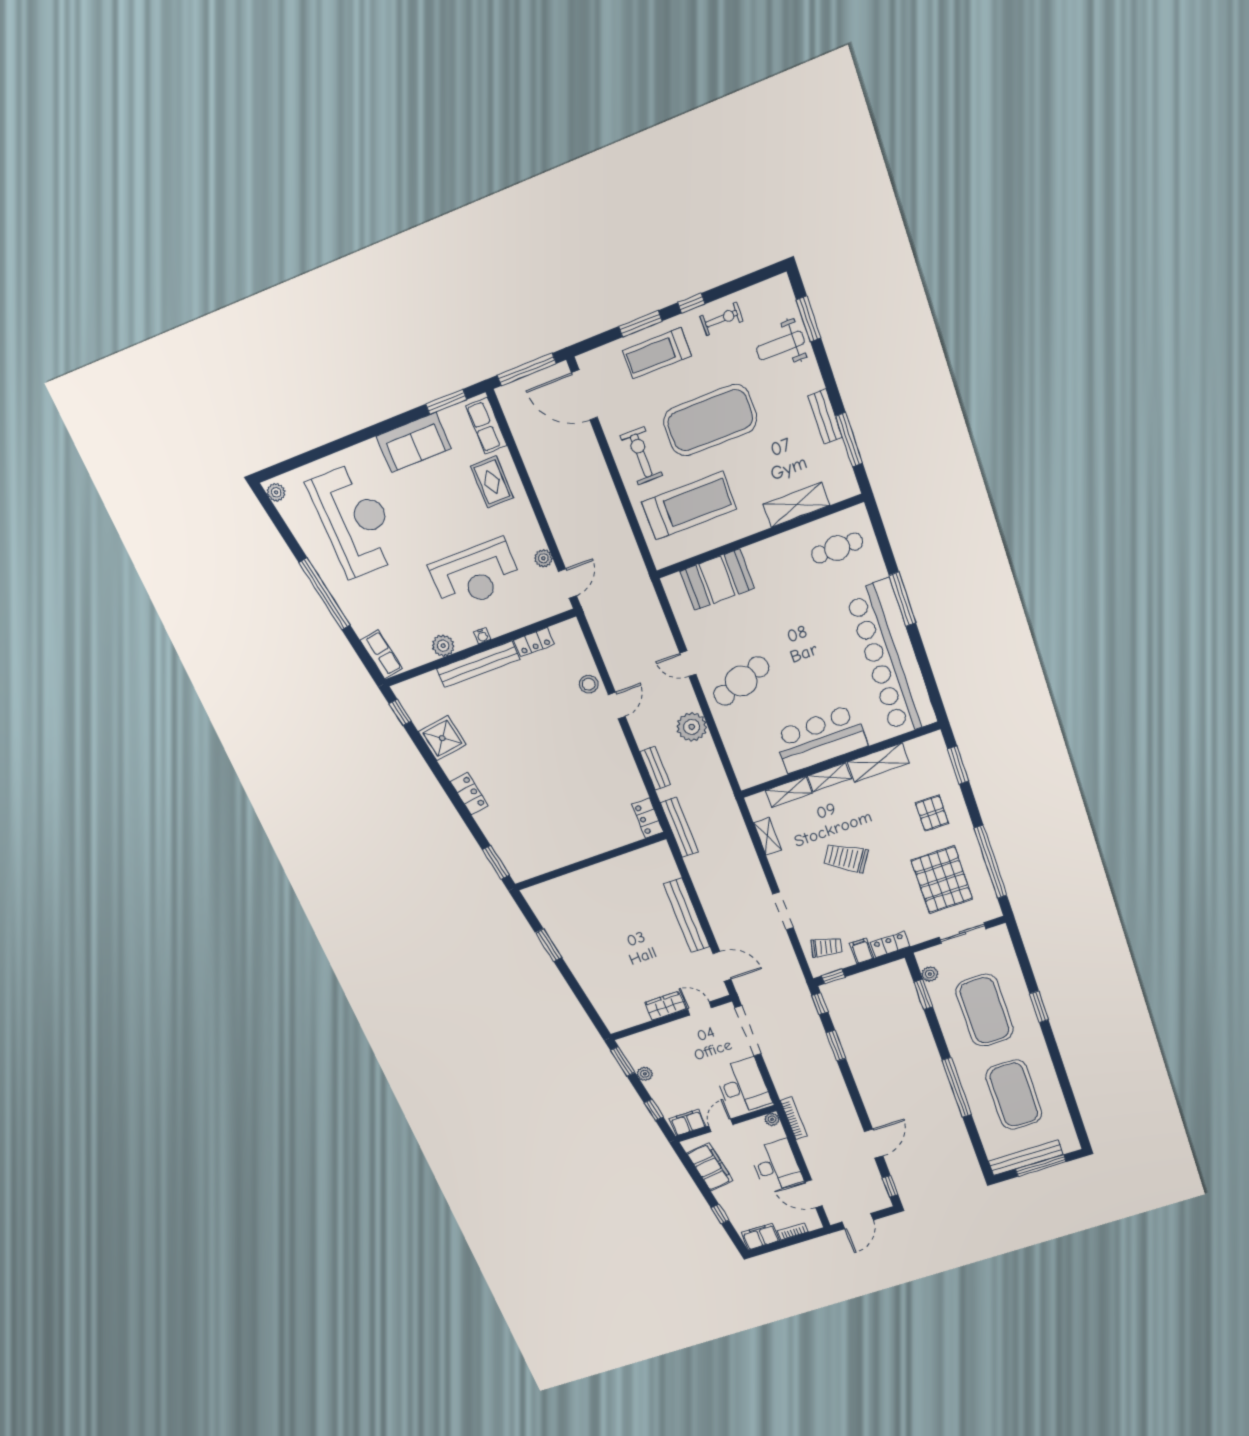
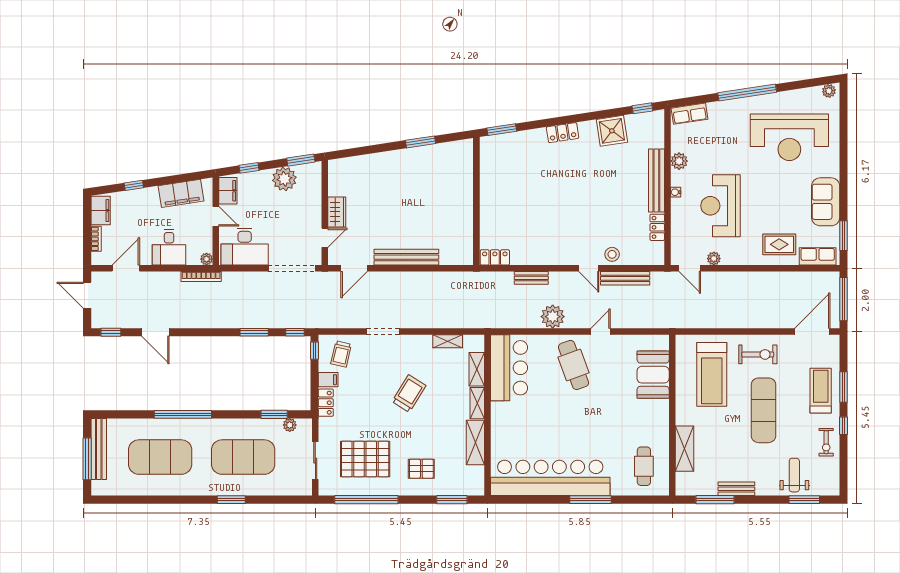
exercise mat: (710, 420) -> (764, 410), width x0.68
bar counter: (820, 739) -> (509, 368), moved
bench: (679, 827) -> (625, 278), moved
plant: (645, 1074) -> (284, 179), width x1.88, depth x1.88
desk: (776, 1166) -> (169, 247), width x0.73

